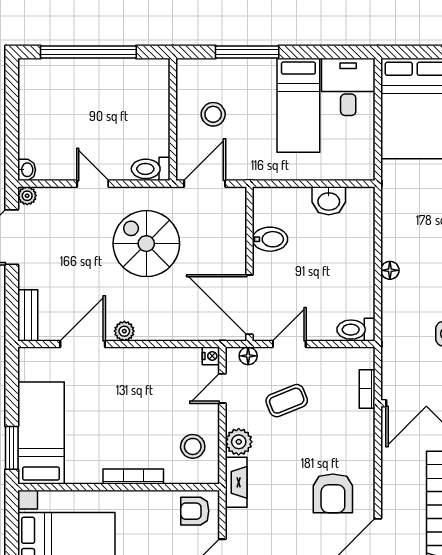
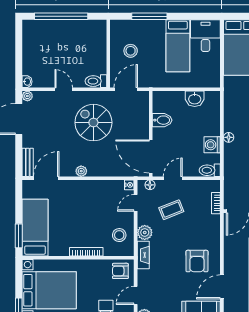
washing machine: (360, 284) -> (212, 145), added
door: (83, 344) -> (46, 178), moved

